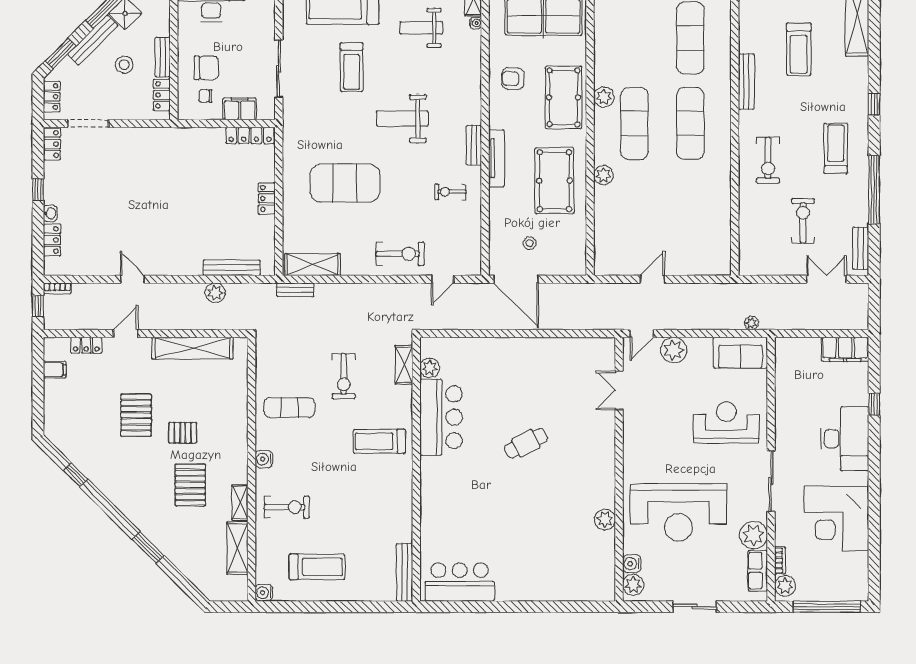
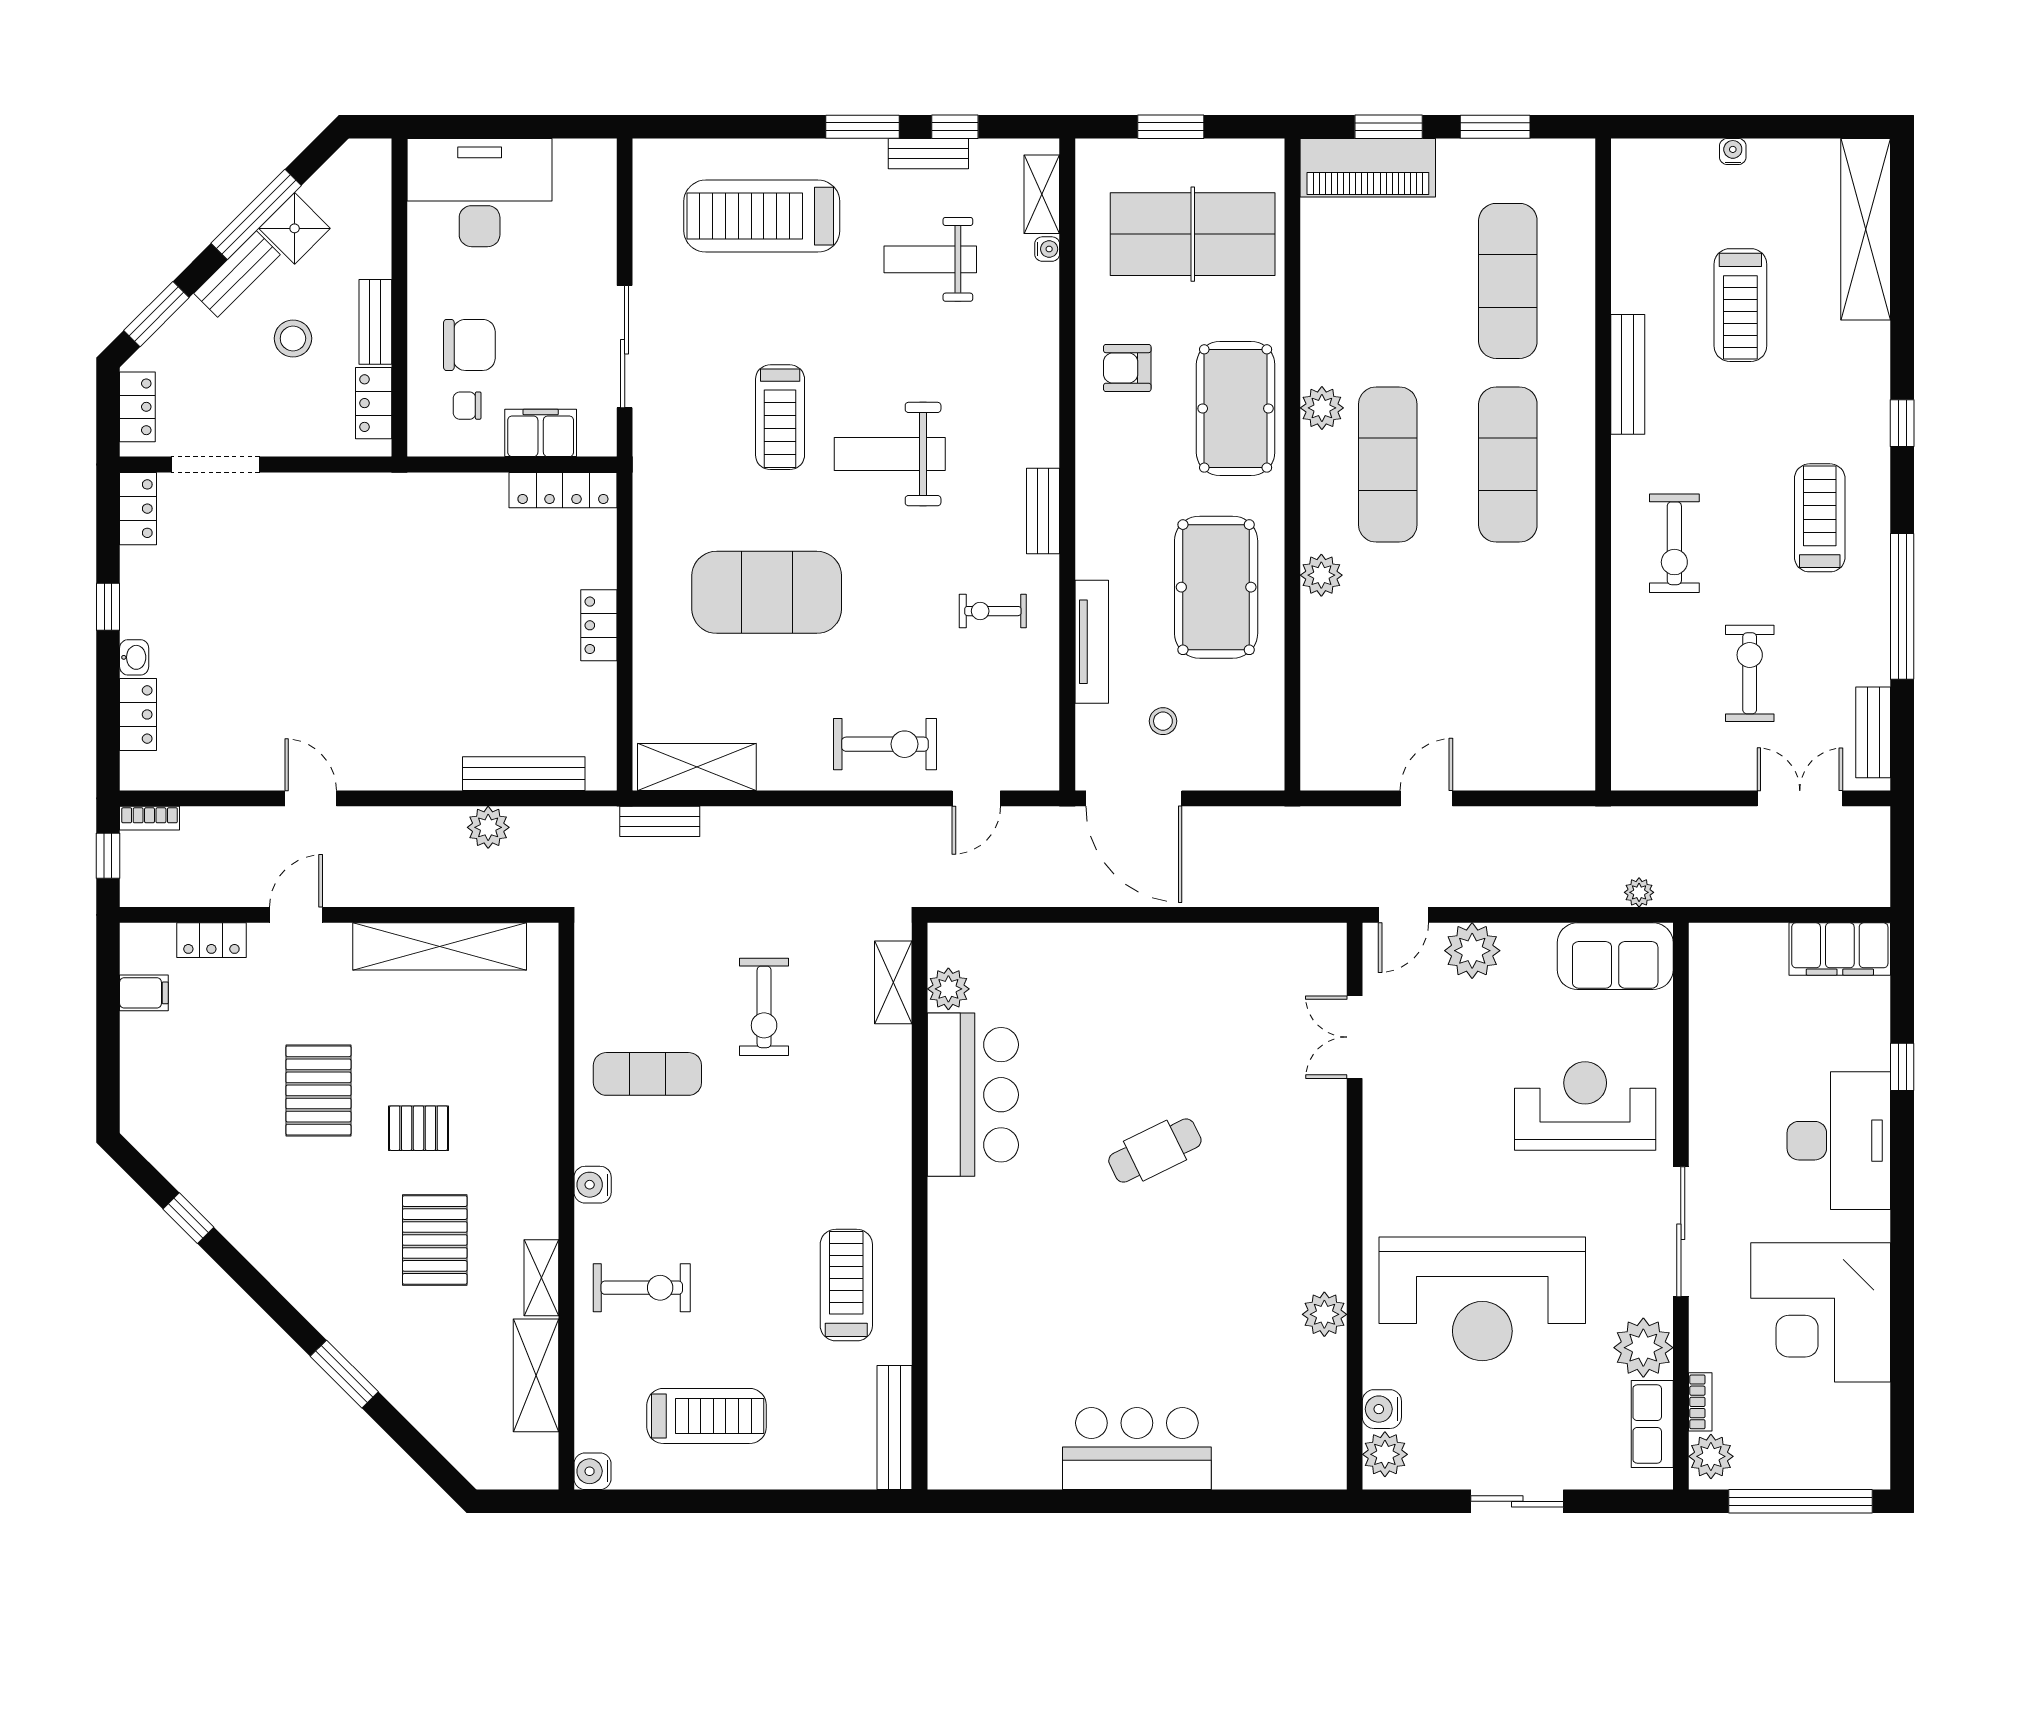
bench: (93, 40) -> (237, 274), width x0.73
treadmill: (352, 67) -> (780, 417), moved
tv unit: (496, 158) -> (1092, 642), moved
treadmill: (379, 441) -> (846, 1285), moved, turned 90
bar counter: (460, 582) -> (1137, 1448), moved

